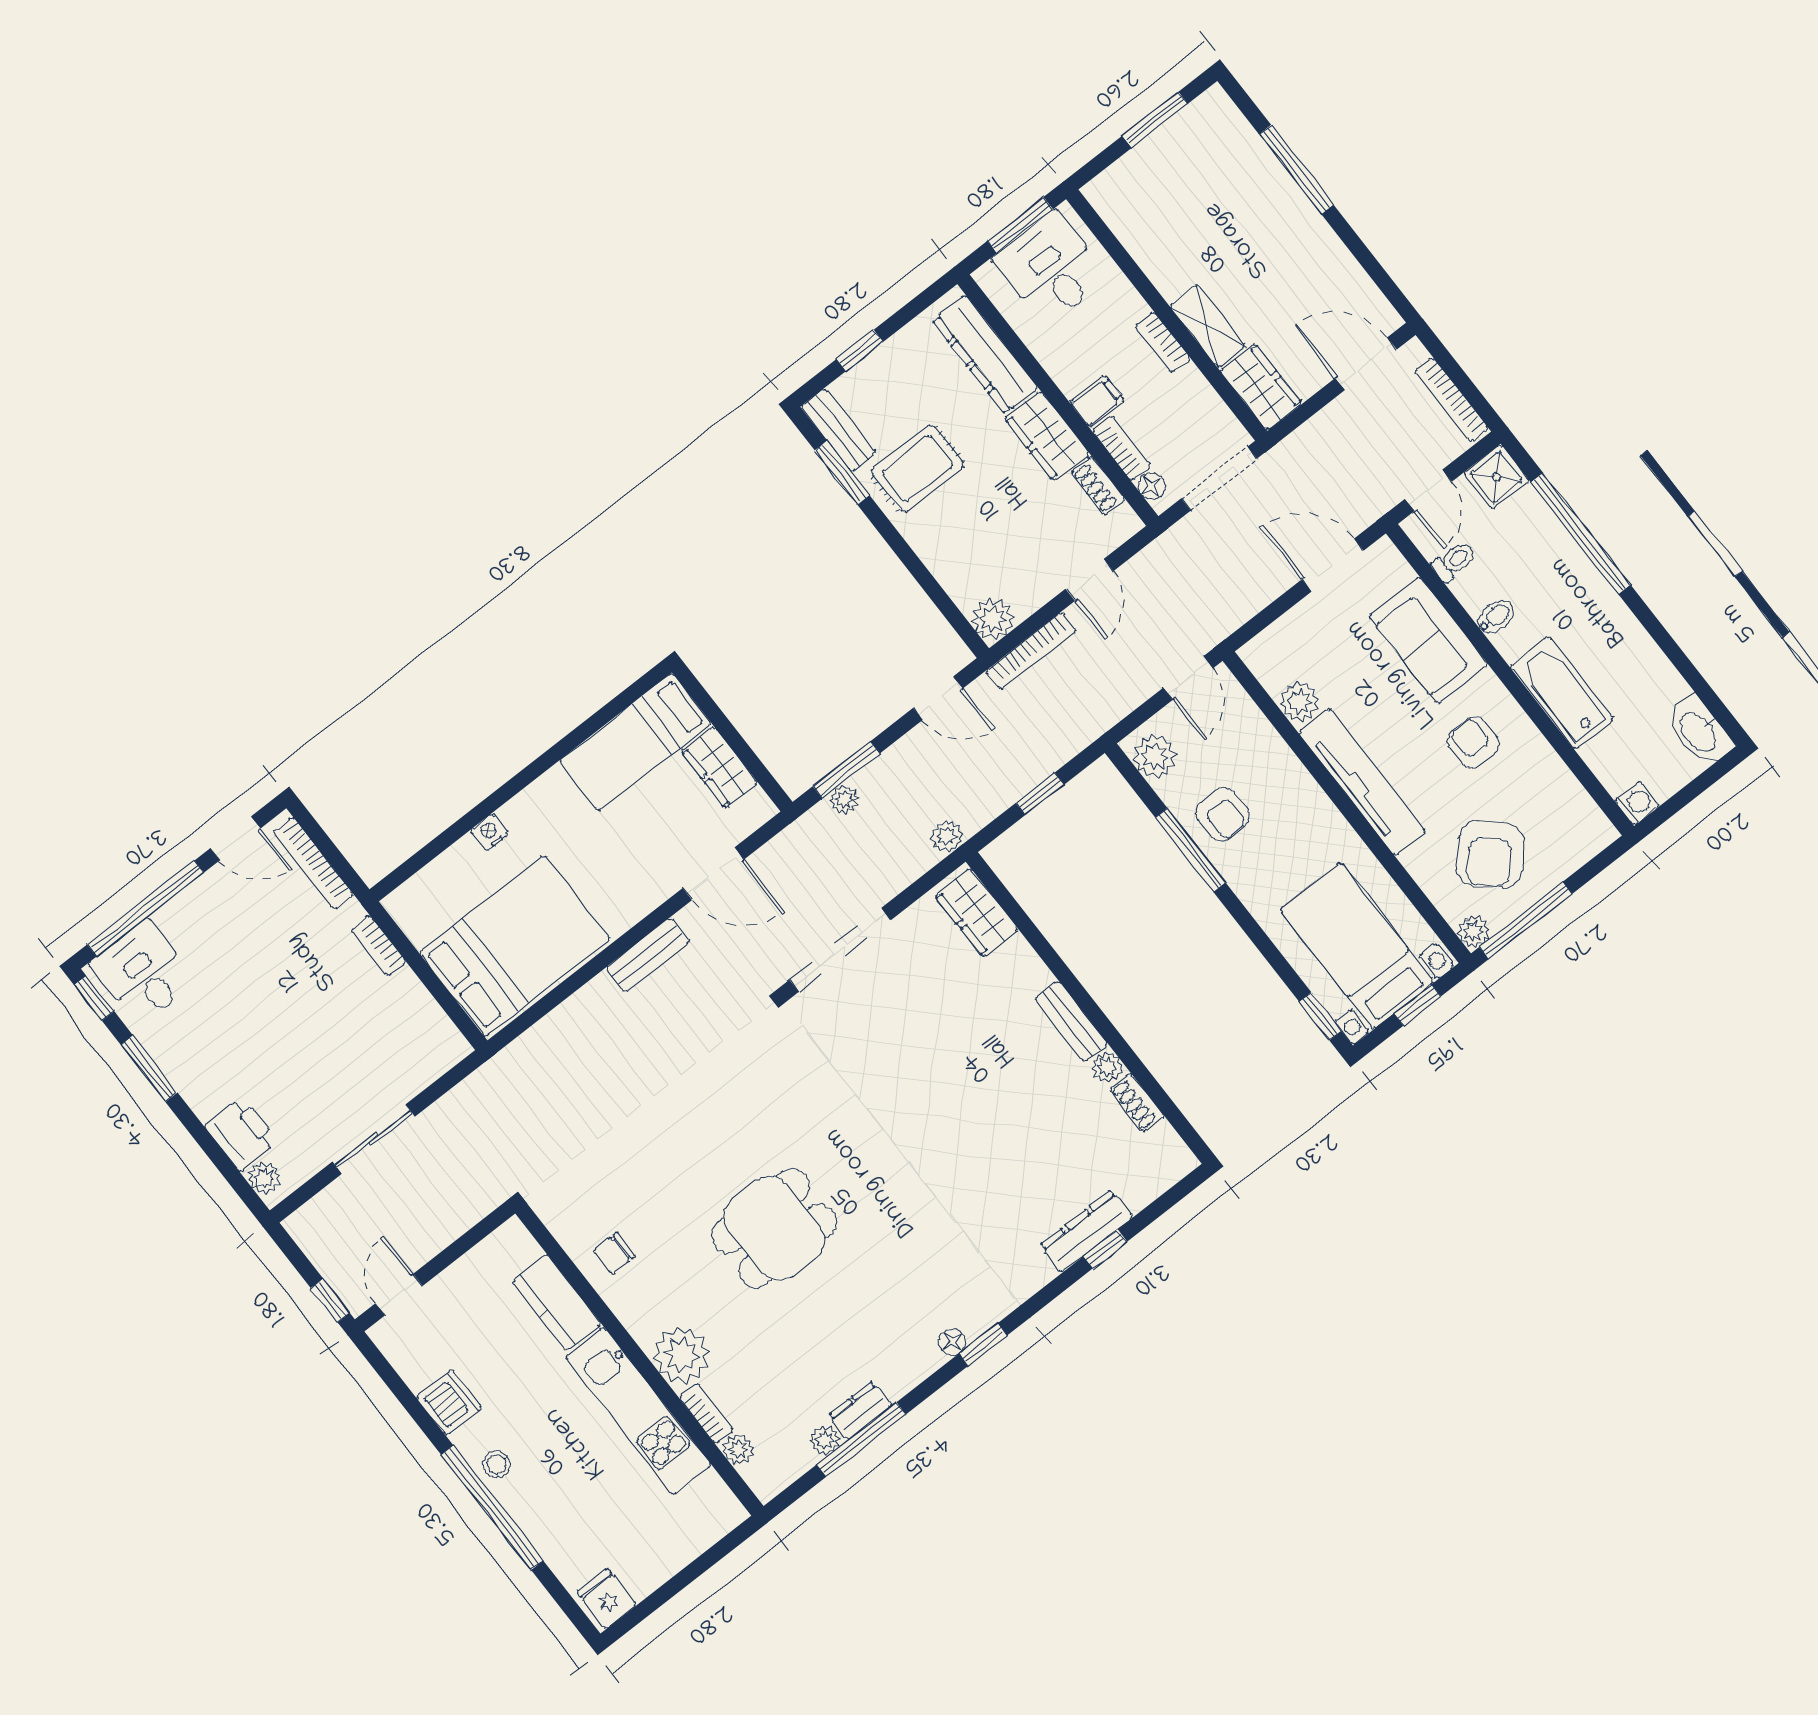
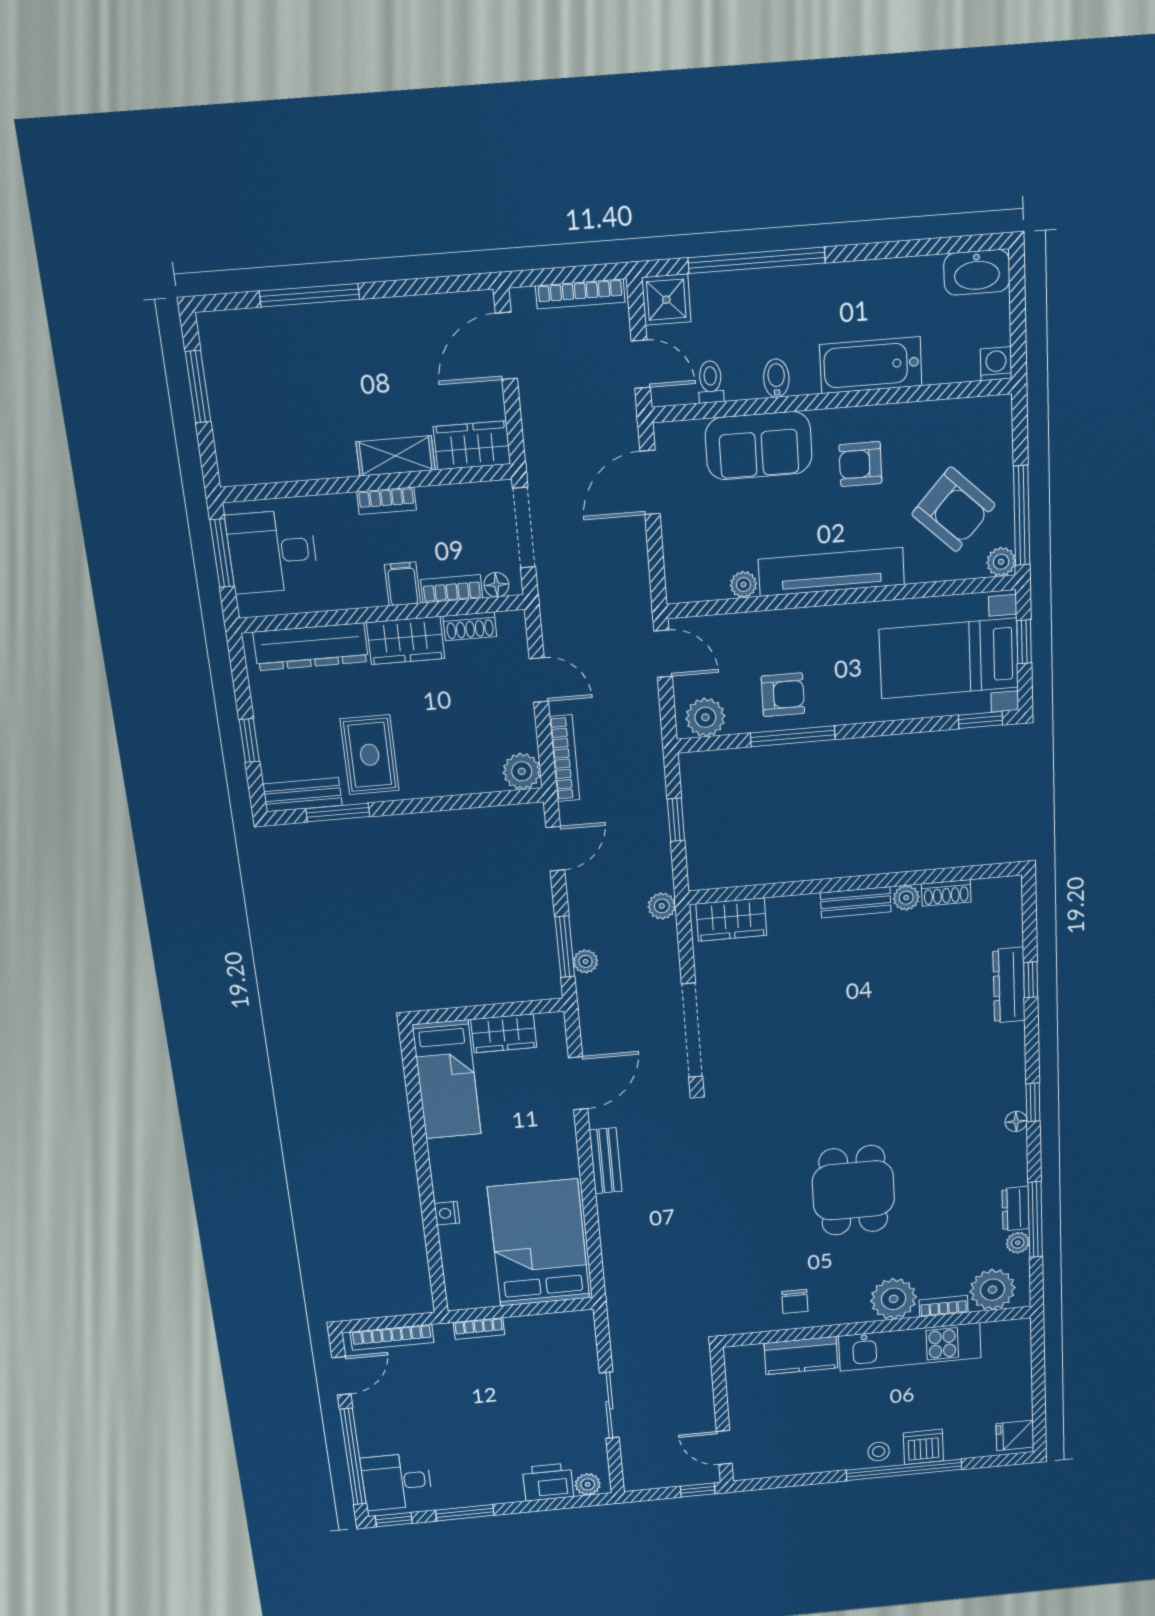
plant: (1299, 702) -> (743, 585), width x0.73, depth x0.73
dishwasher: (449, 1402) -> (923, 1447), moved
plant: (738, 1449) -> (993, 1290), width x1.87, depth x1.87

